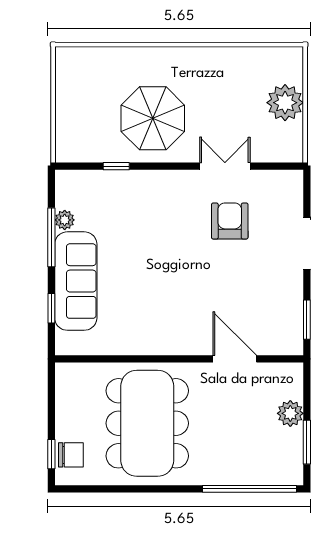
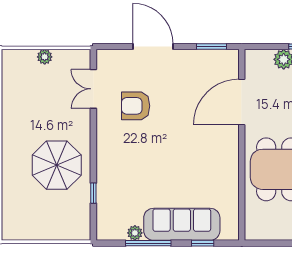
plant: (285, 103) -> (45, 57), width x0.53, depth x0.53
double door: (225, 166) -> (93, 89), moved
door: (235, 359) -> (242, 102), width x1.36

